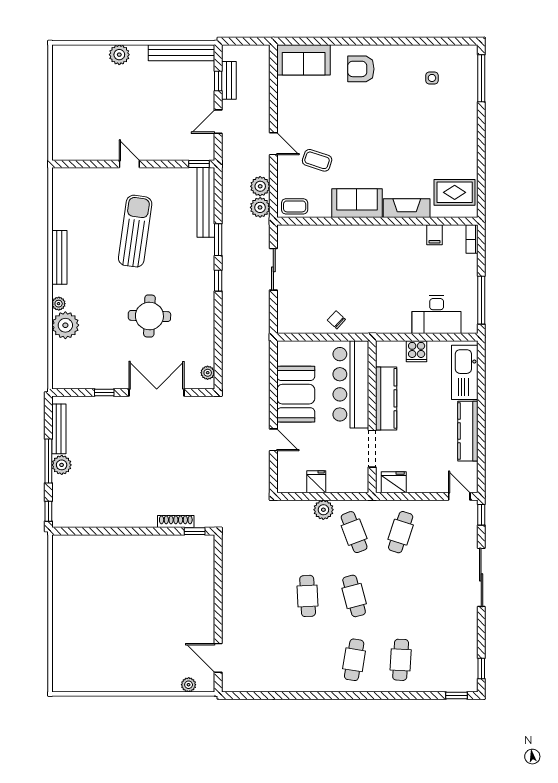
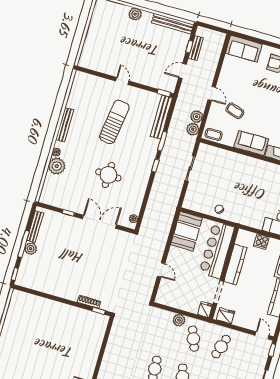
booth: (296, 394) -> (187, 231), moved
fridge: (316, 482) -> (205, 310), moved

